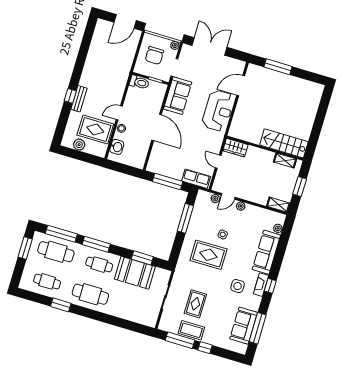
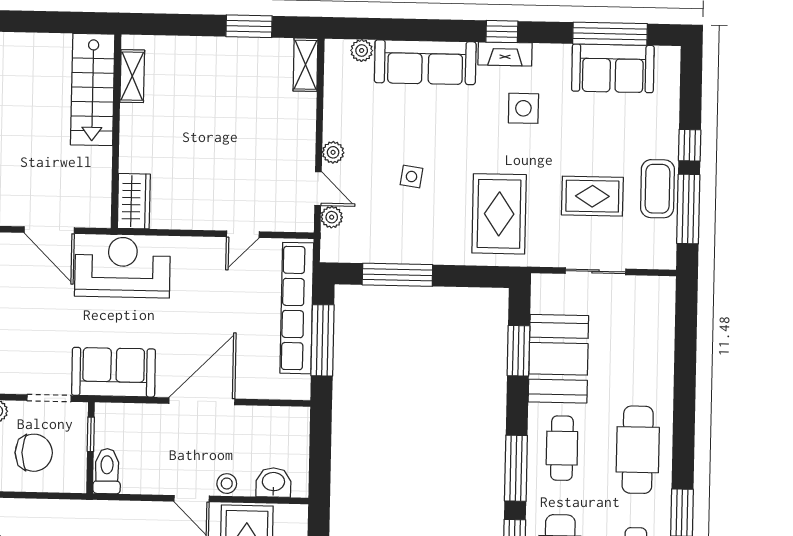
stairs: (284, 143) -> (93, 90), moved
wardrobe: (235, 148) -> (134, 201), moved
wall: (265, 148) -> (116, 131), moved
shelving: (285, 161) -> (132, 76), moved
row of seats: (196, 179) -> (297, 308), width x2.02
rug: (208, 255) -> (499, 214), moved

